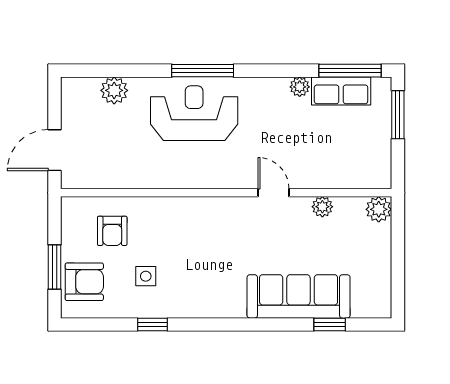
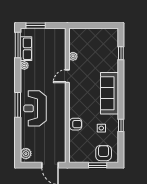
plant: (114, 90) -> (26, 154), moved
plant: (379, 209) -> (74, 33), removed
armchair: (112, 231) -> (76, 124), moved
sofa: (299, 296) -> (109, 93), moved

